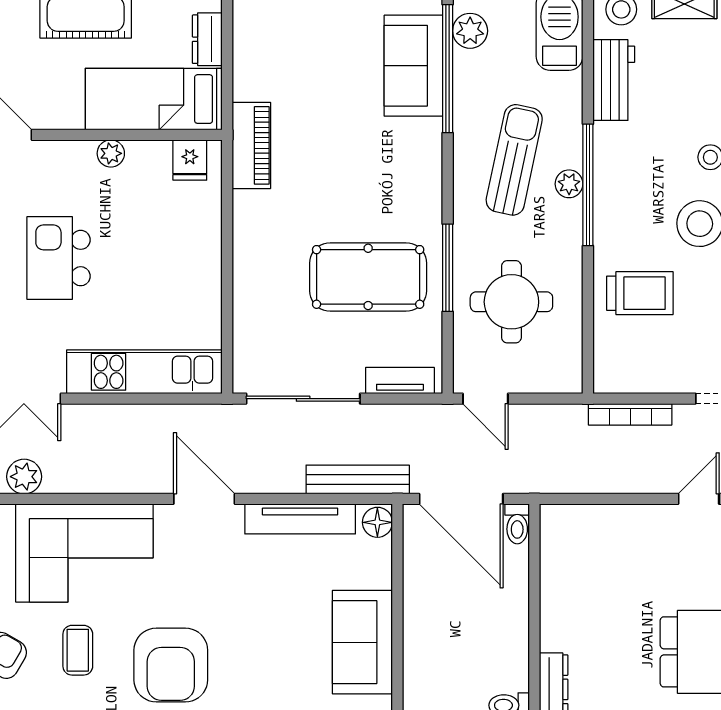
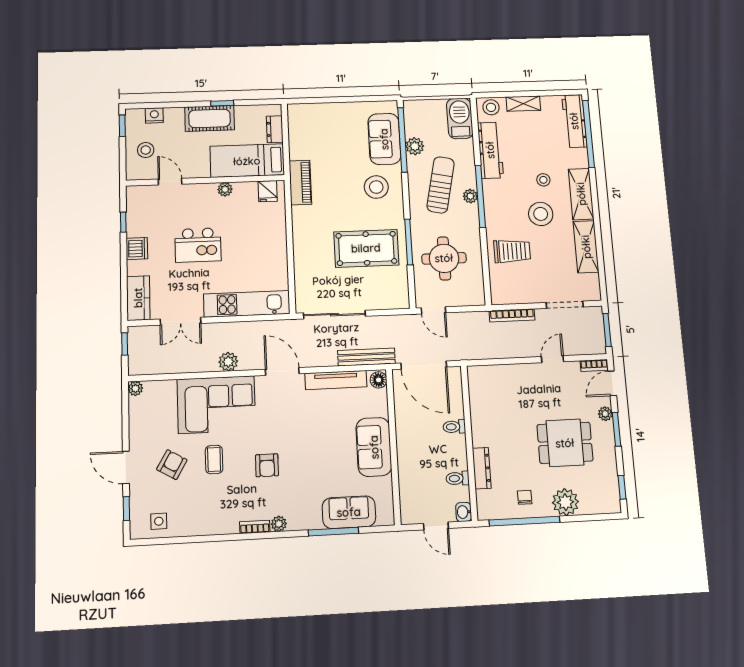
plant: (470, 31) -> (415, 146), moved
workbench: (614, 80) -> (490, 150), width x1.38
stool: (393, 160) -> (376, 187), added
kitchen island: (59, 258) -> (198, 245), turned -90
tv unit: (400, 381) -> (387, 303), removed
plant: (24, 477) -> (228, 362), moved
toilet: (517, 524) -> (454, 427), moved, turned 90
armchair: (171, 665) -> (267, 465), width x0.53, depth x0.53

